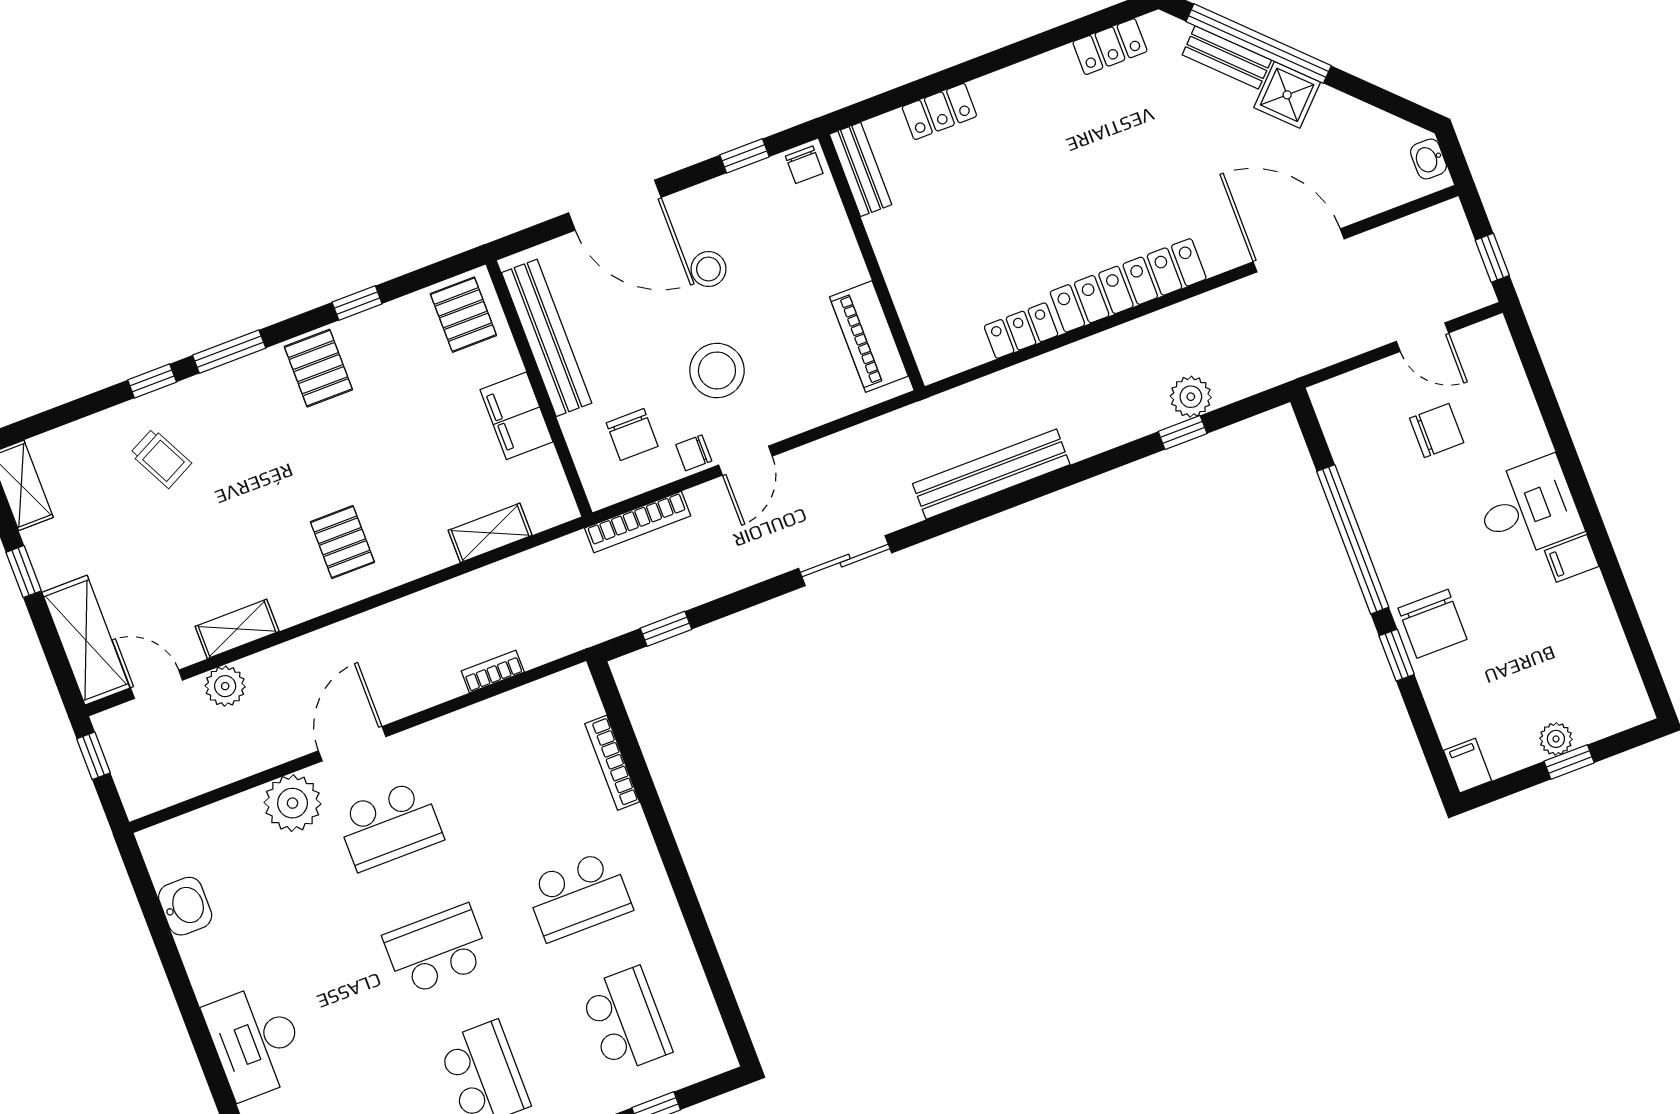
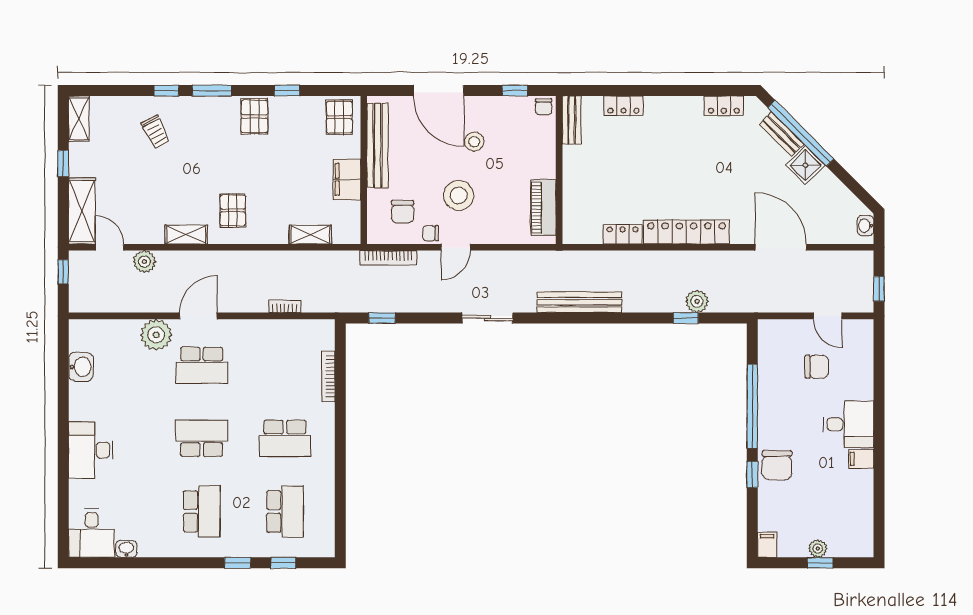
shelving: (237, 629) -> (186, 235), moved

